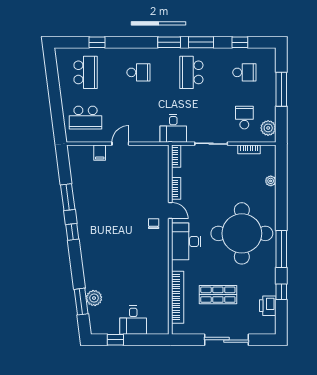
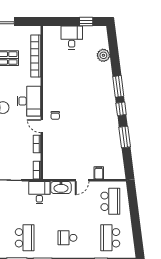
school desk: (86, 118) -> (110, 201), turned 90
washbasin: (147, 135) -> (61, 187), added
window: (81, 302) -> (118, 86), moved

